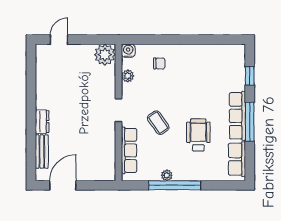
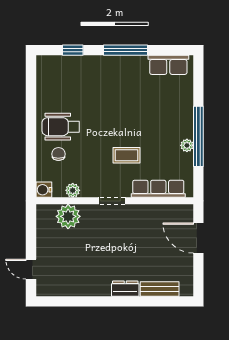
plant: (105, 55) -> (68, 216), moved
row of seats: (237, 116) -> (119, 64), removed
coffee table: (158, 123) -> (126, 155), turned 35
wheelchair: (198, 135) -> (61, 127), moved
door: (63, 185) -> (198, 238), moved

